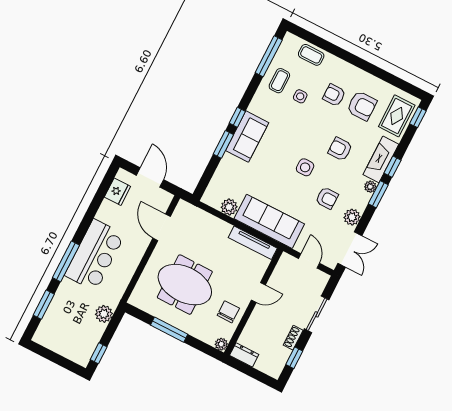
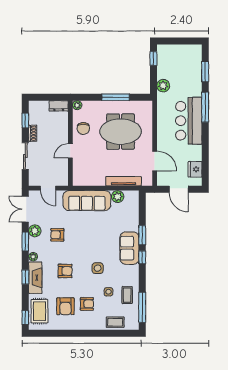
armchair: (362, 106) -> (65, 306), turned -90
side table: (305, 167) -> (98, 268), moved
window: (378, 194) -> (25, 241), moved
tv unit: (253, 243) -> (124, 181), moved

